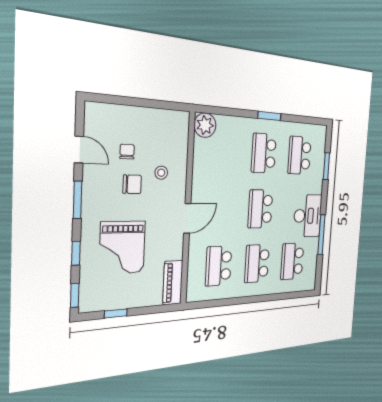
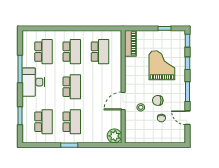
door: (187, 218) -> (123, 101), moved

